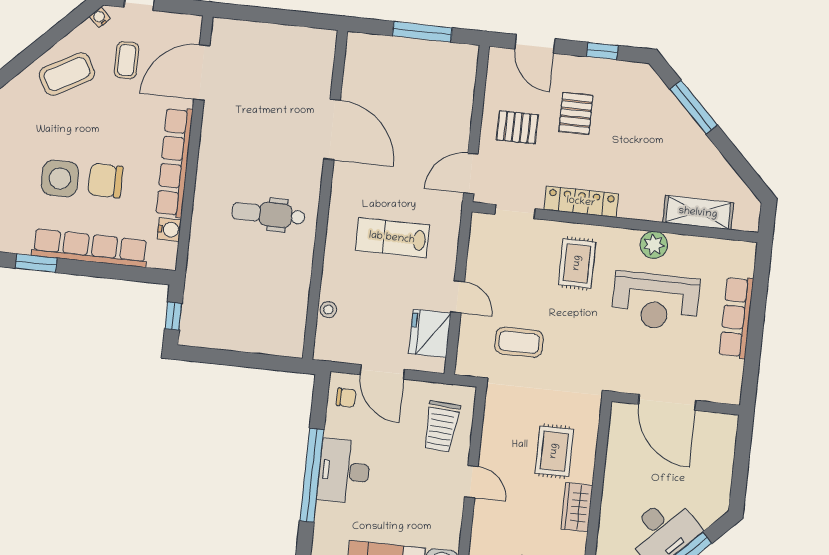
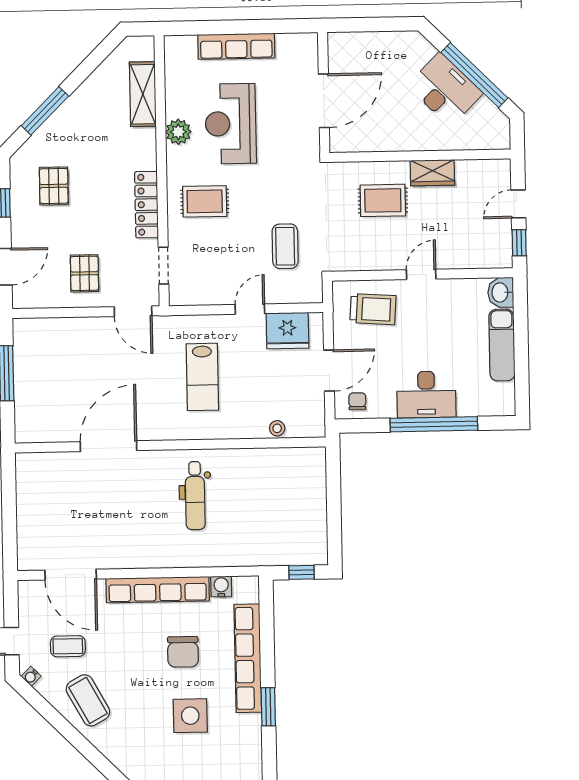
pallet: (576, 113) -> (54, 186), moved, turned 90
side table: (60, 178) -> (190, 716), moved
reception desk: (655, 301) -> (231, 124), turned 180

